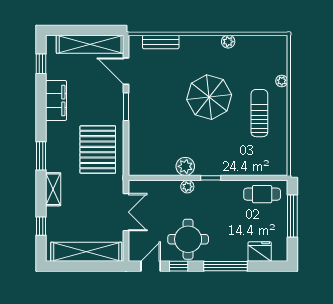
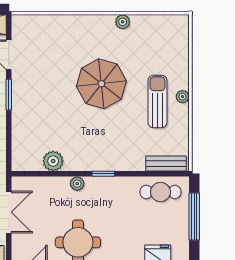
bench: (161, 42) -> (166, 164), moved
plant: (282, 81) -> (182, 97), moved
plant: (185, 166) -> (53, 161), moved

